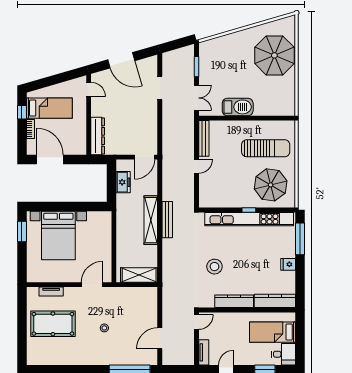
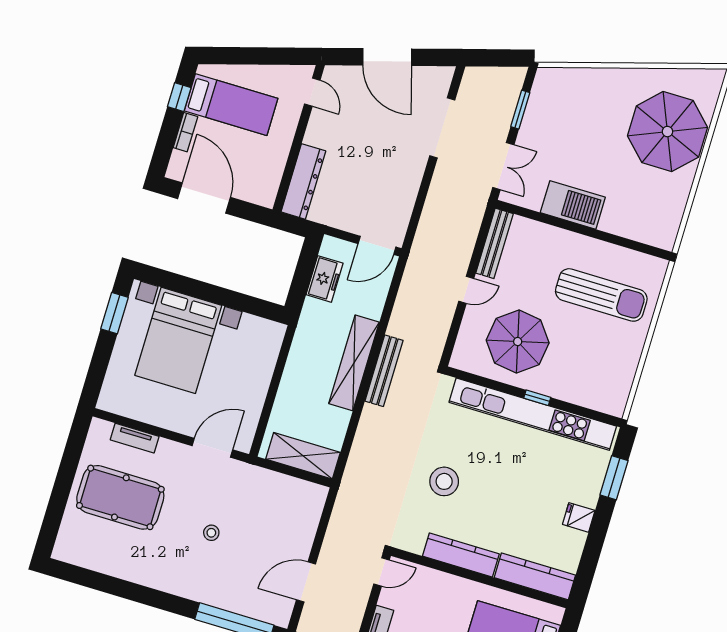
doorway: (160, 88) -> (442, 128), width x1.36
parasol: (271, 185) -> (518, 342), moved
window: (300, 239) -> (614, 478), width x0.69

